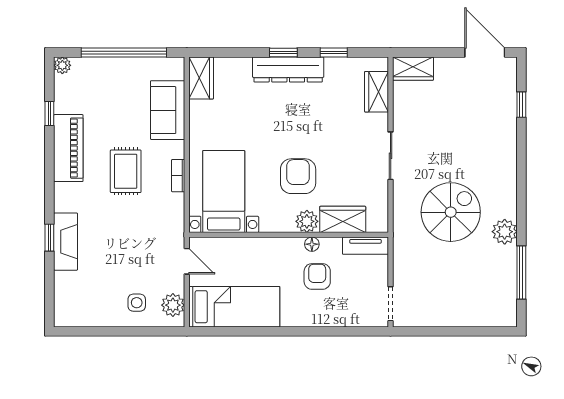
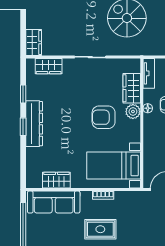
wardrobe: (201, 78) -> (56, 180), moved
sofa: (168, 110) -> (54, 202), width x1.36

